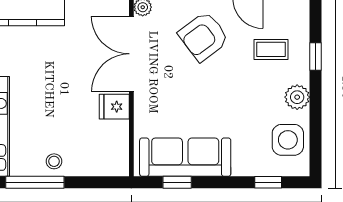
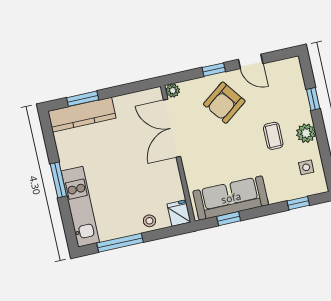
coffee table: (271, 49) -> (273, 136), moved, turned 90
fridge: (114, 107) -> (179, 213), moved, turned 90
side table: (288, 140) -> (306, 167), width x0.54, depth x0.54
stool: (54, 161) -> (149, 221), moved

